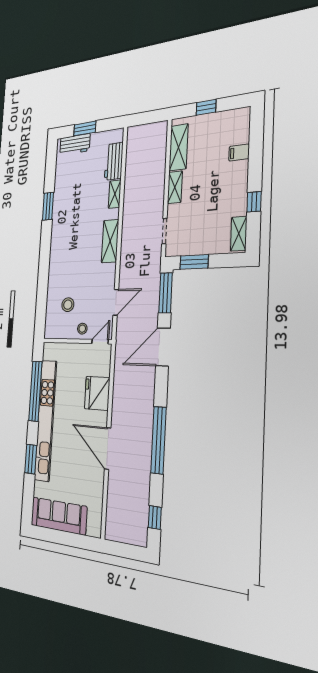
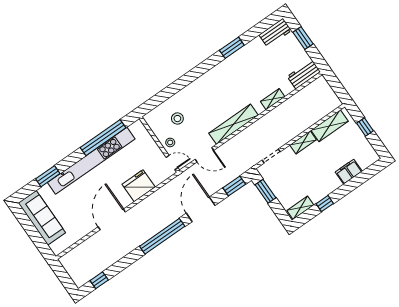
workbench: (75, 144) -> (275, 33), moved, turned -90
filing cabinet: (239, 152) -> (349, 172), width x2.00
workbench: (114, 161) -> (304, 74), moved
shelving: (110, 241) -> (234, 124), width x1.47
window: (166, 293) -> (234, 186), width x0.69
door: (163, 347) -> (201, 209), hinge flipped
window: (158, 440) -> (162, 236), moved
window: (31, 459) -> (48, 176), moved

